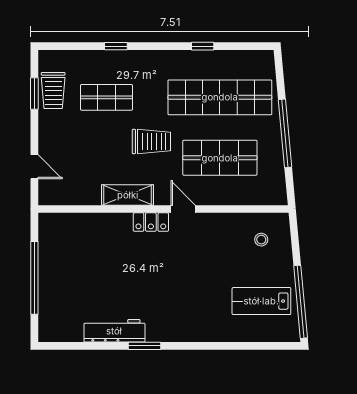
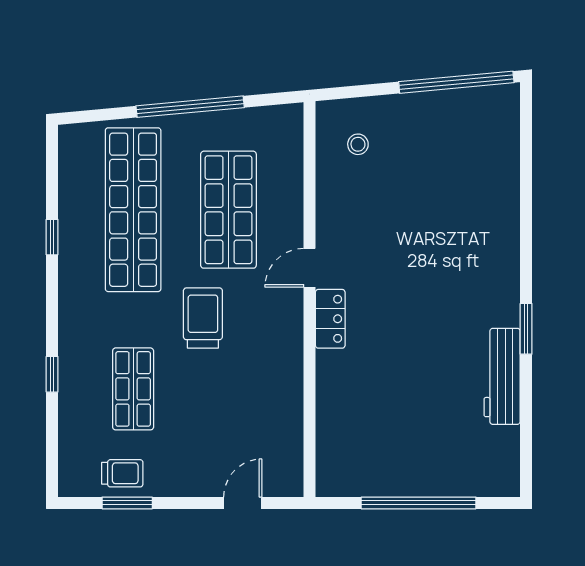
trolley: (53, 91) -> (122, 473), width x0.73, depth x0.72
shelving: (128, 195) -> (287, 356), removed
lab bench: (261, 301) -> (455, 144), removed

